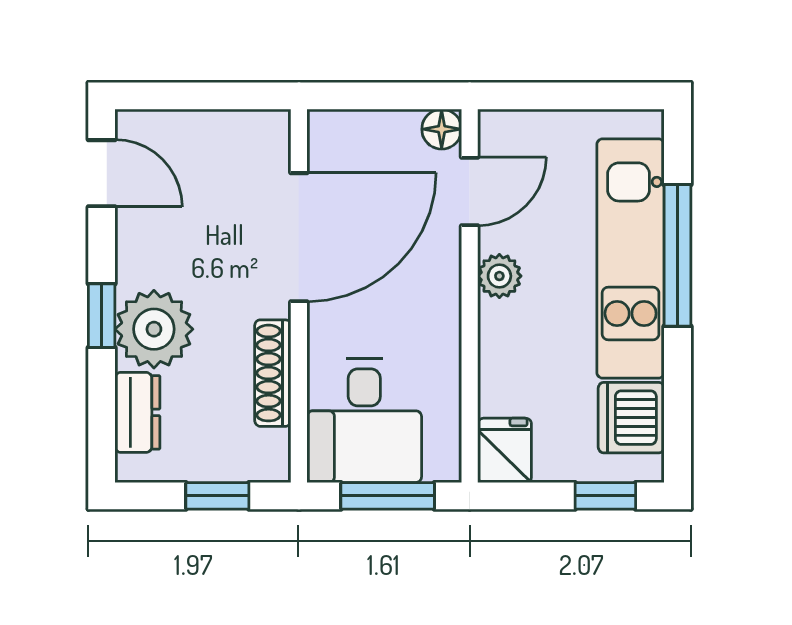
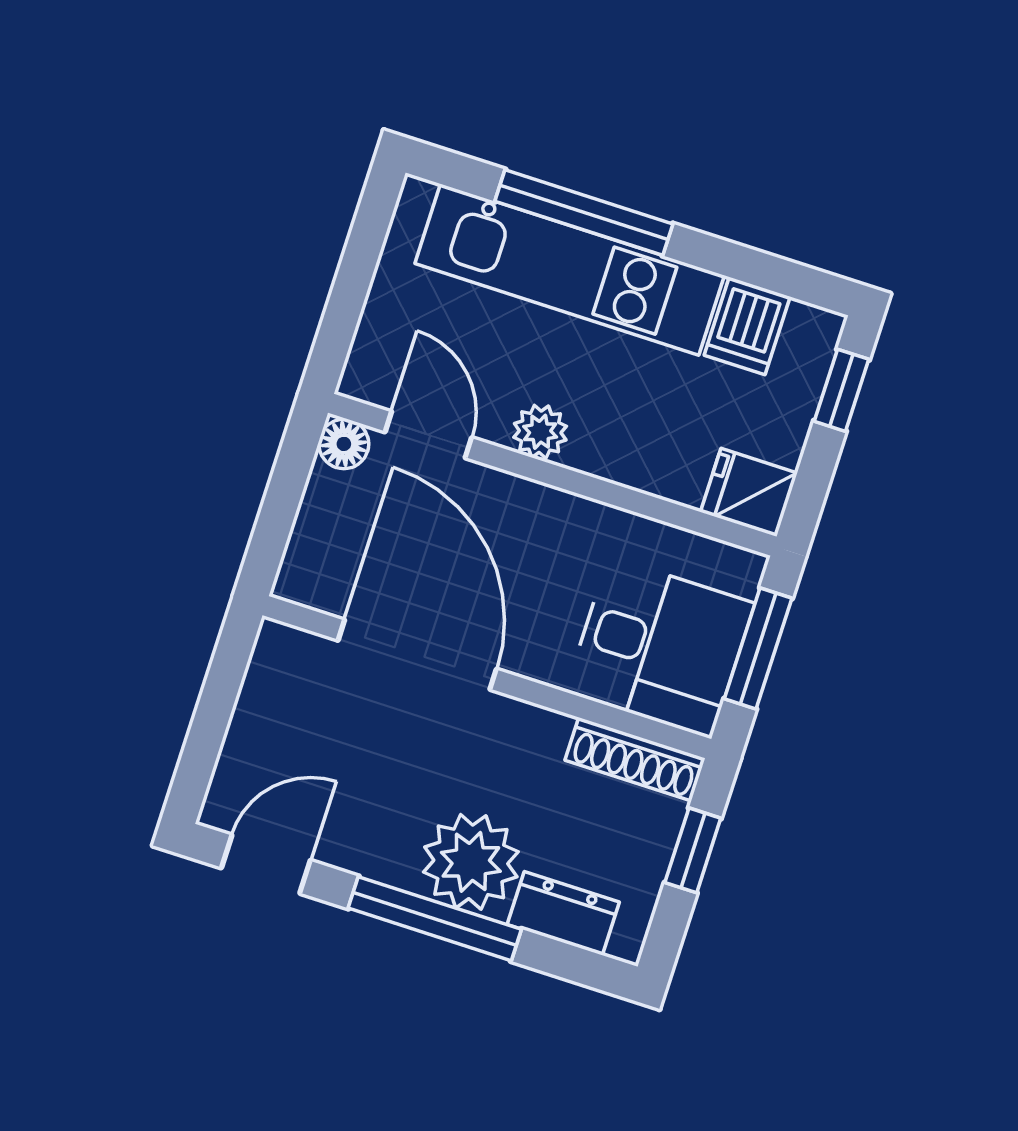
window: (102, 316) -> (435, 919), width x2.17
shoe rack: (273, 373) -> (635, 759), moved
dishwasher: (631, 418) -> (747, 326), width x0.73

